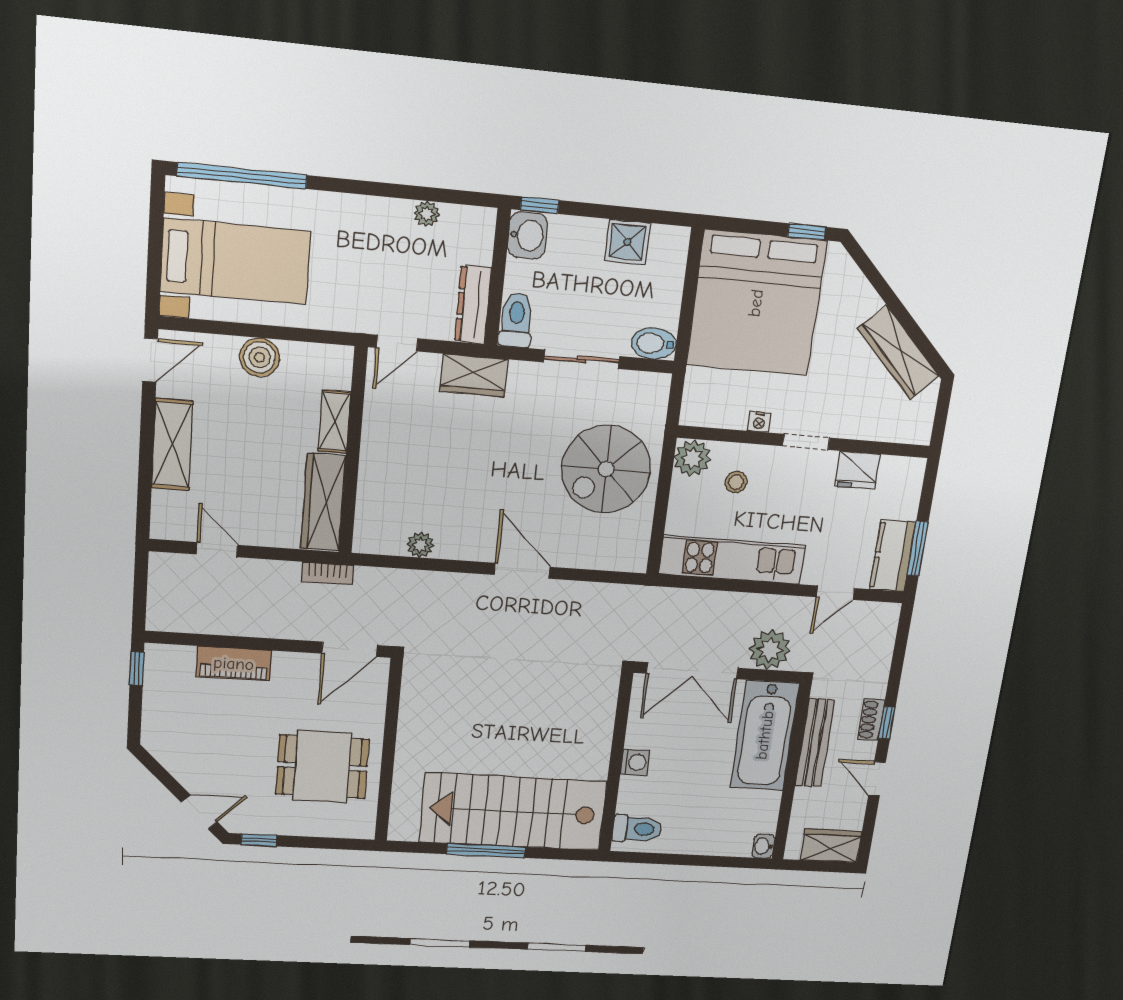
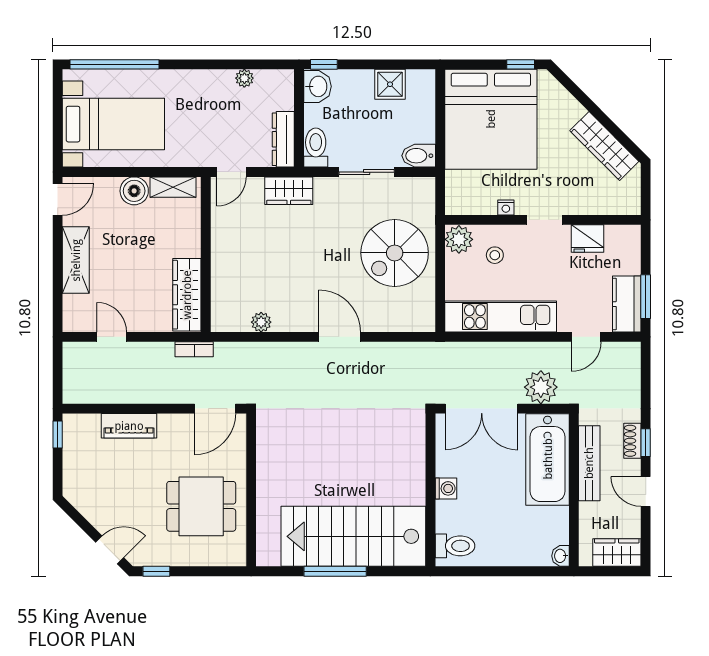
shelving: (334, 422) -> (173, 187), moved, turned 90

